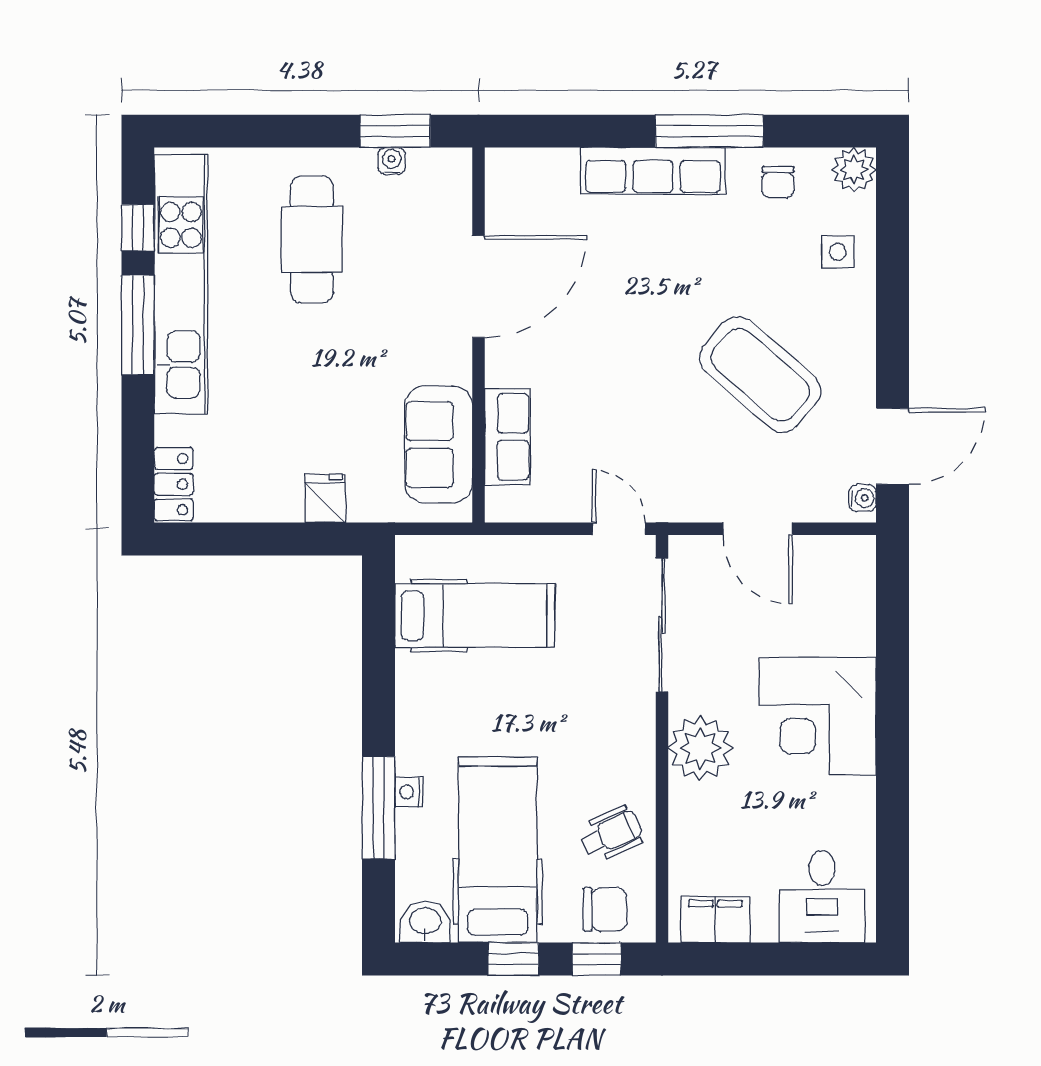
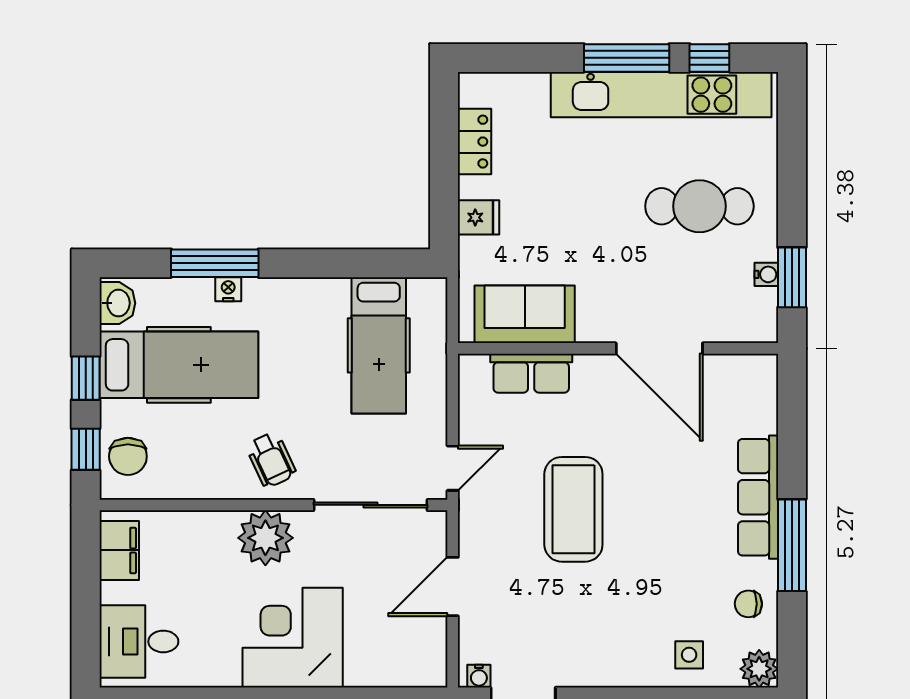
coffee table: (760, 375) -> (573, 509), moved, turned -41
locker: (174, 484) -> (475, 142), moved, turned -90
wheelchair: (612, 834) -> (271, 460), moved

